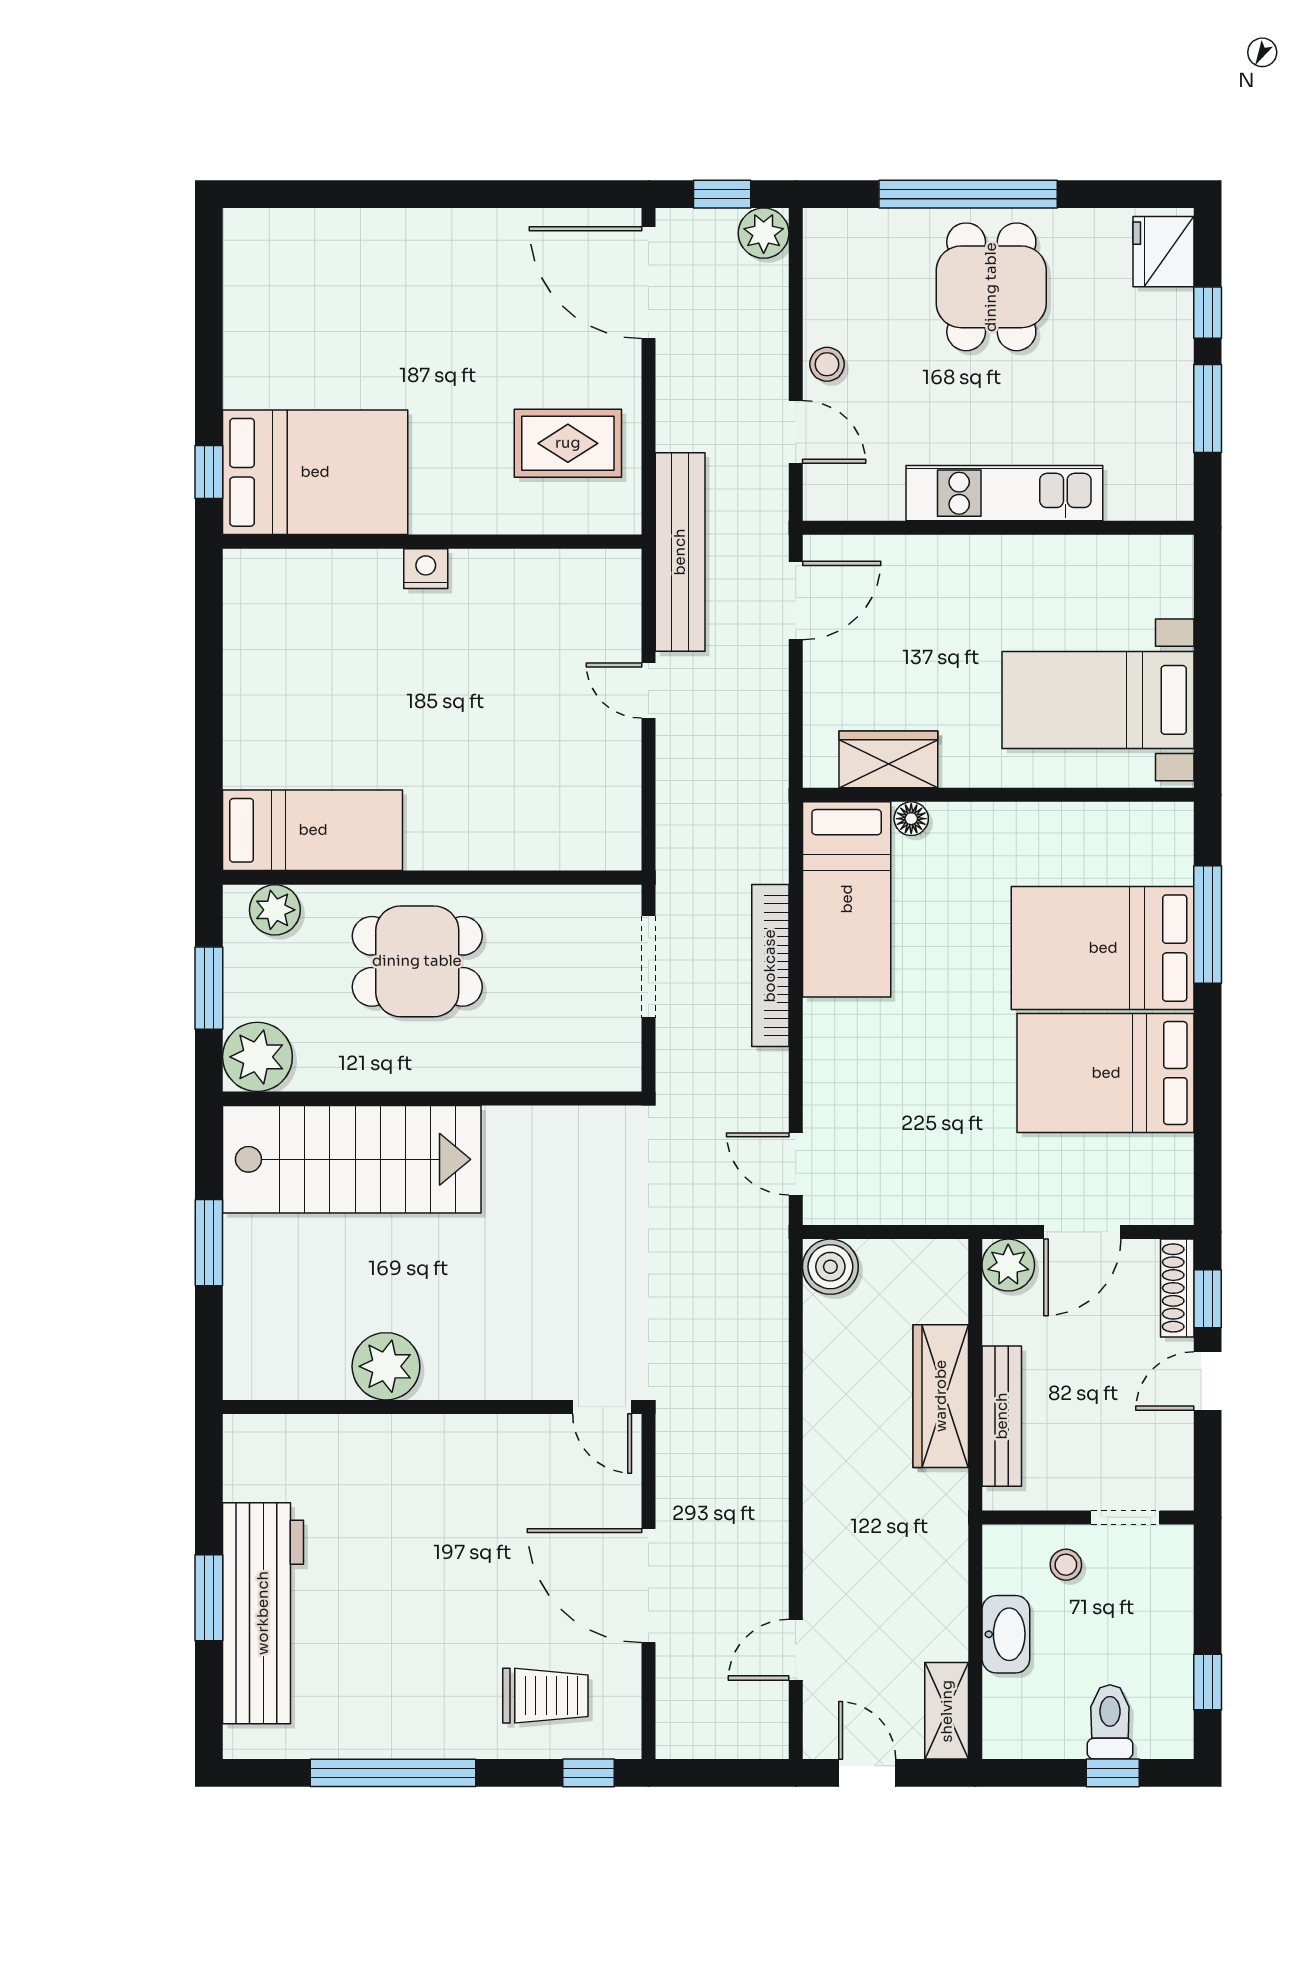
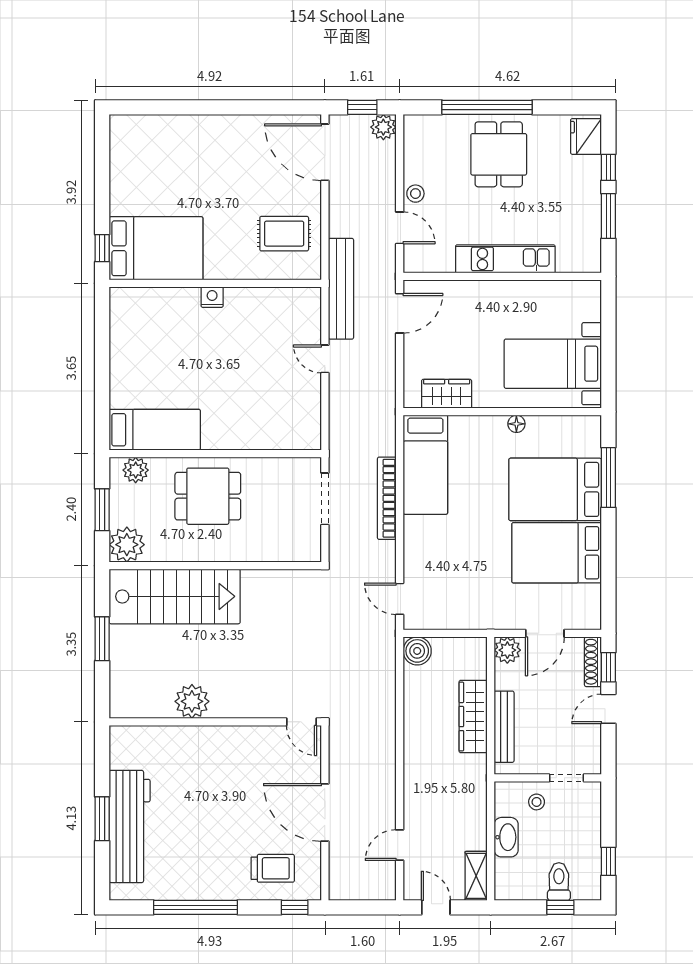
floor lamp: (911, 819) -> (516, 424), moved

